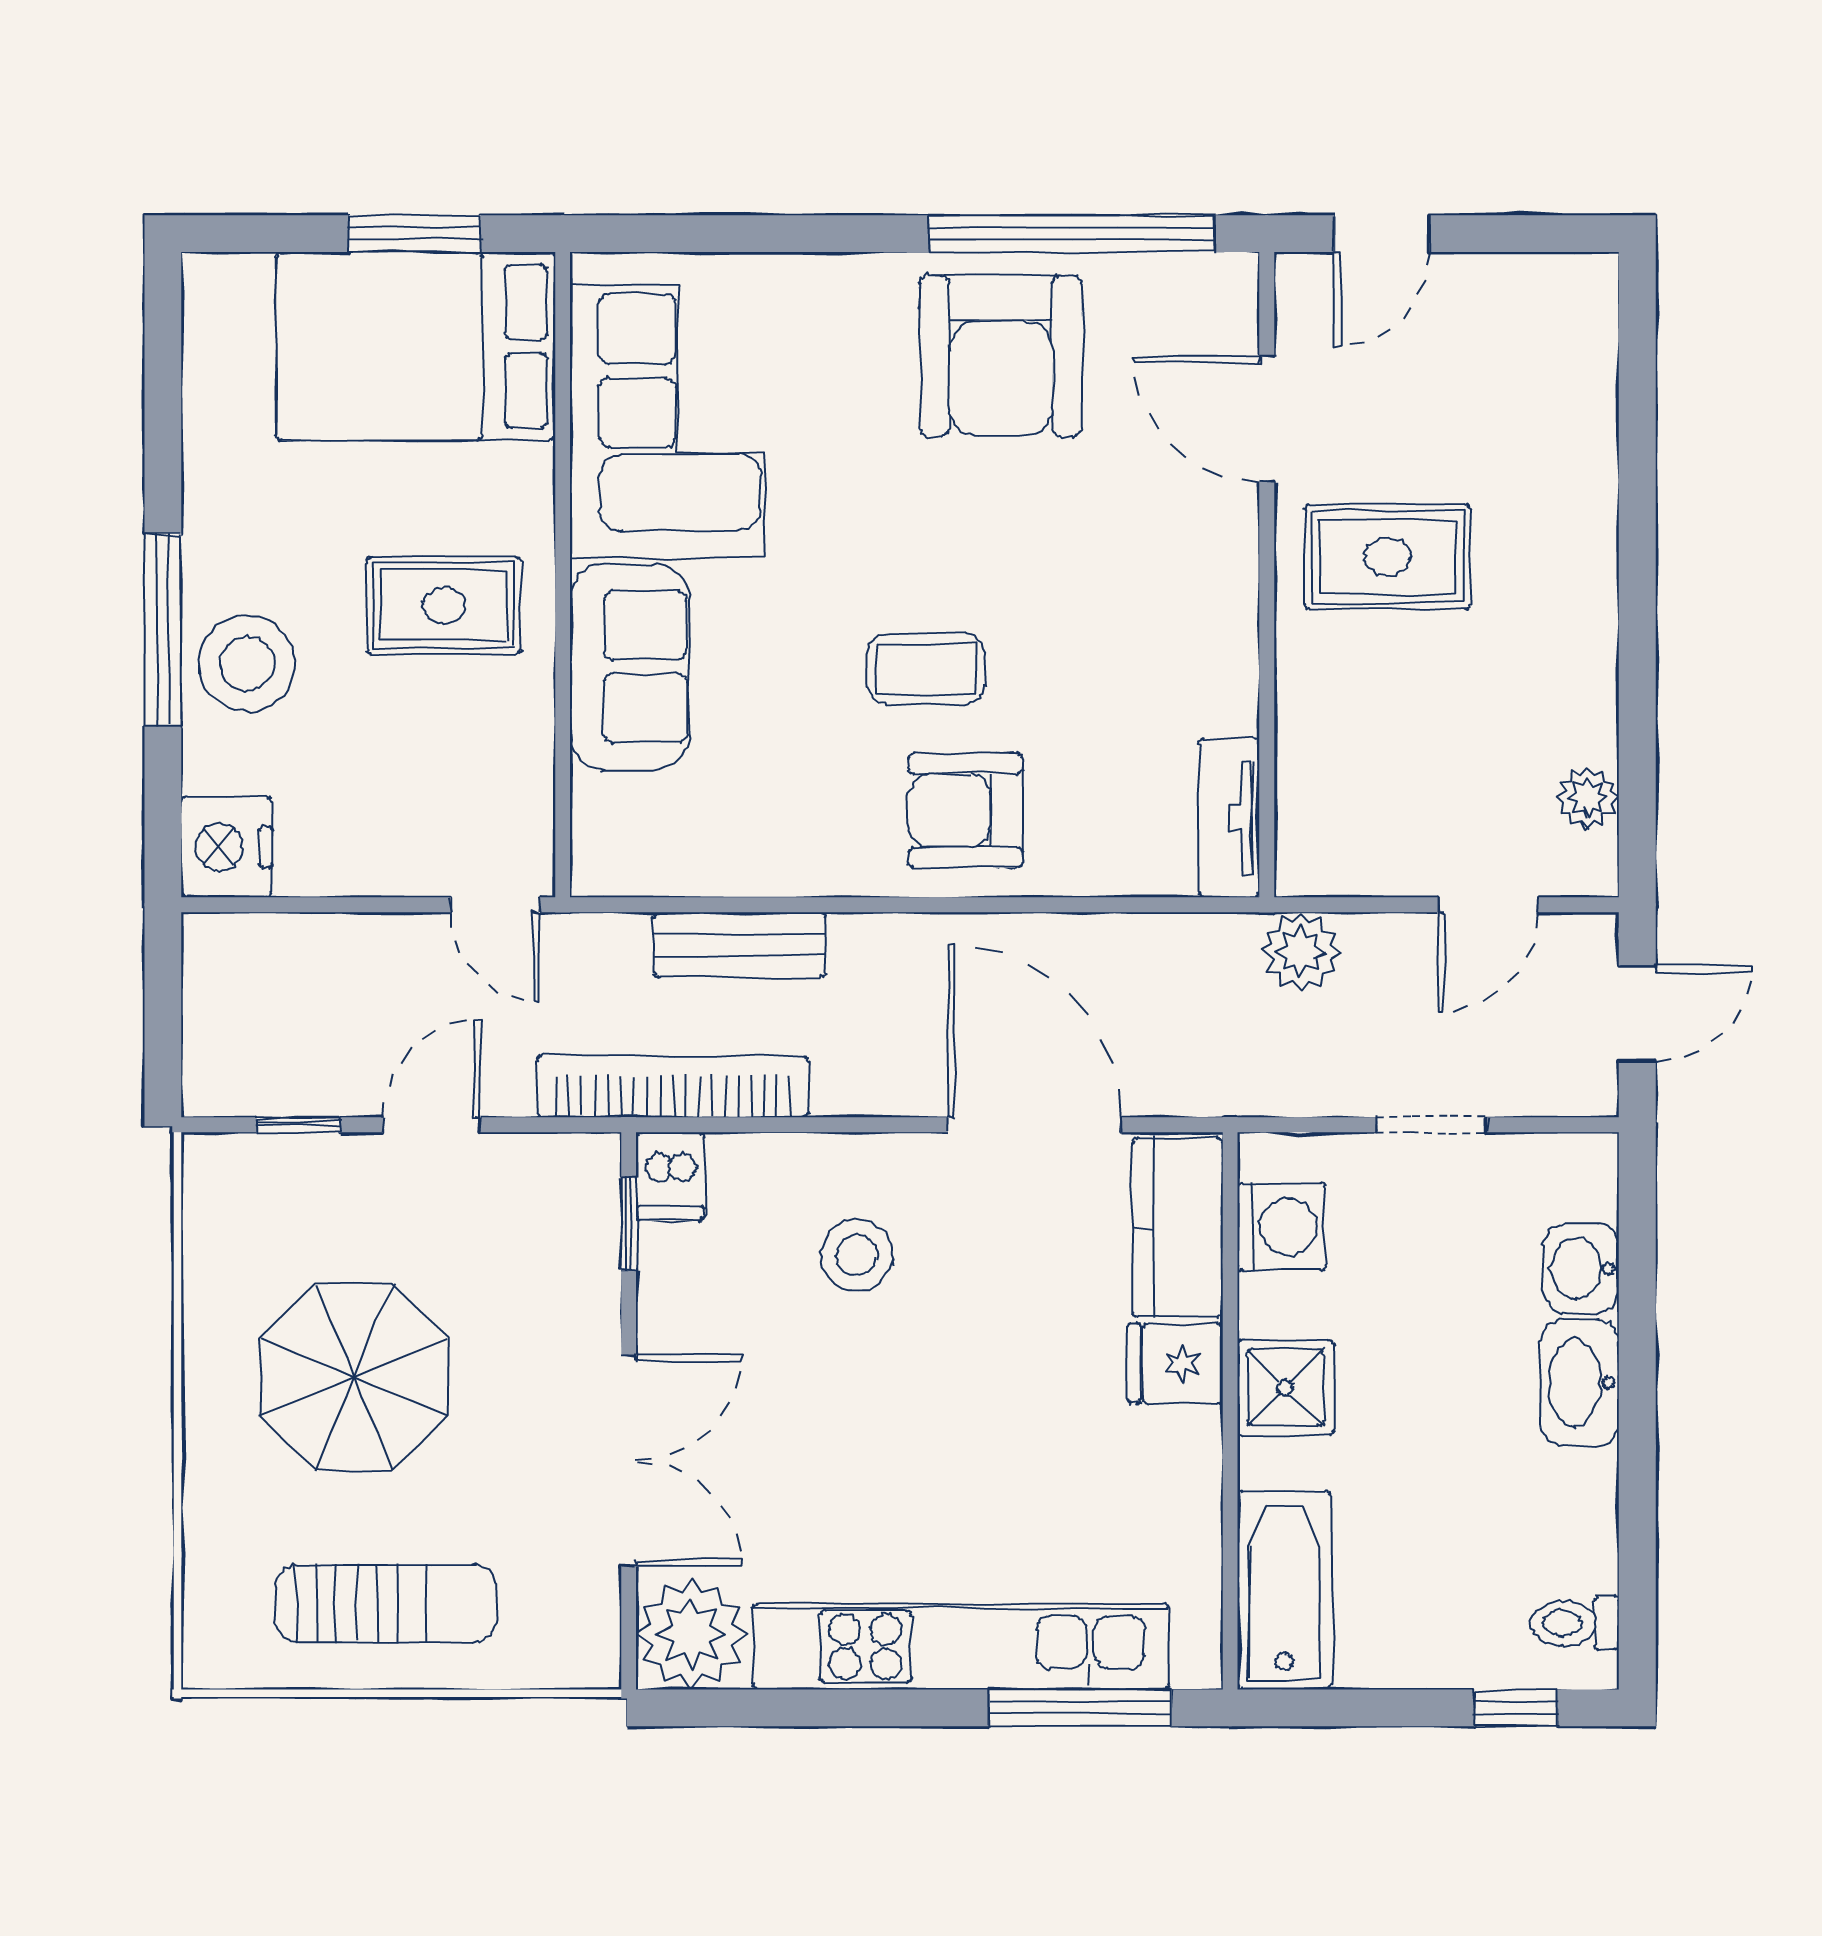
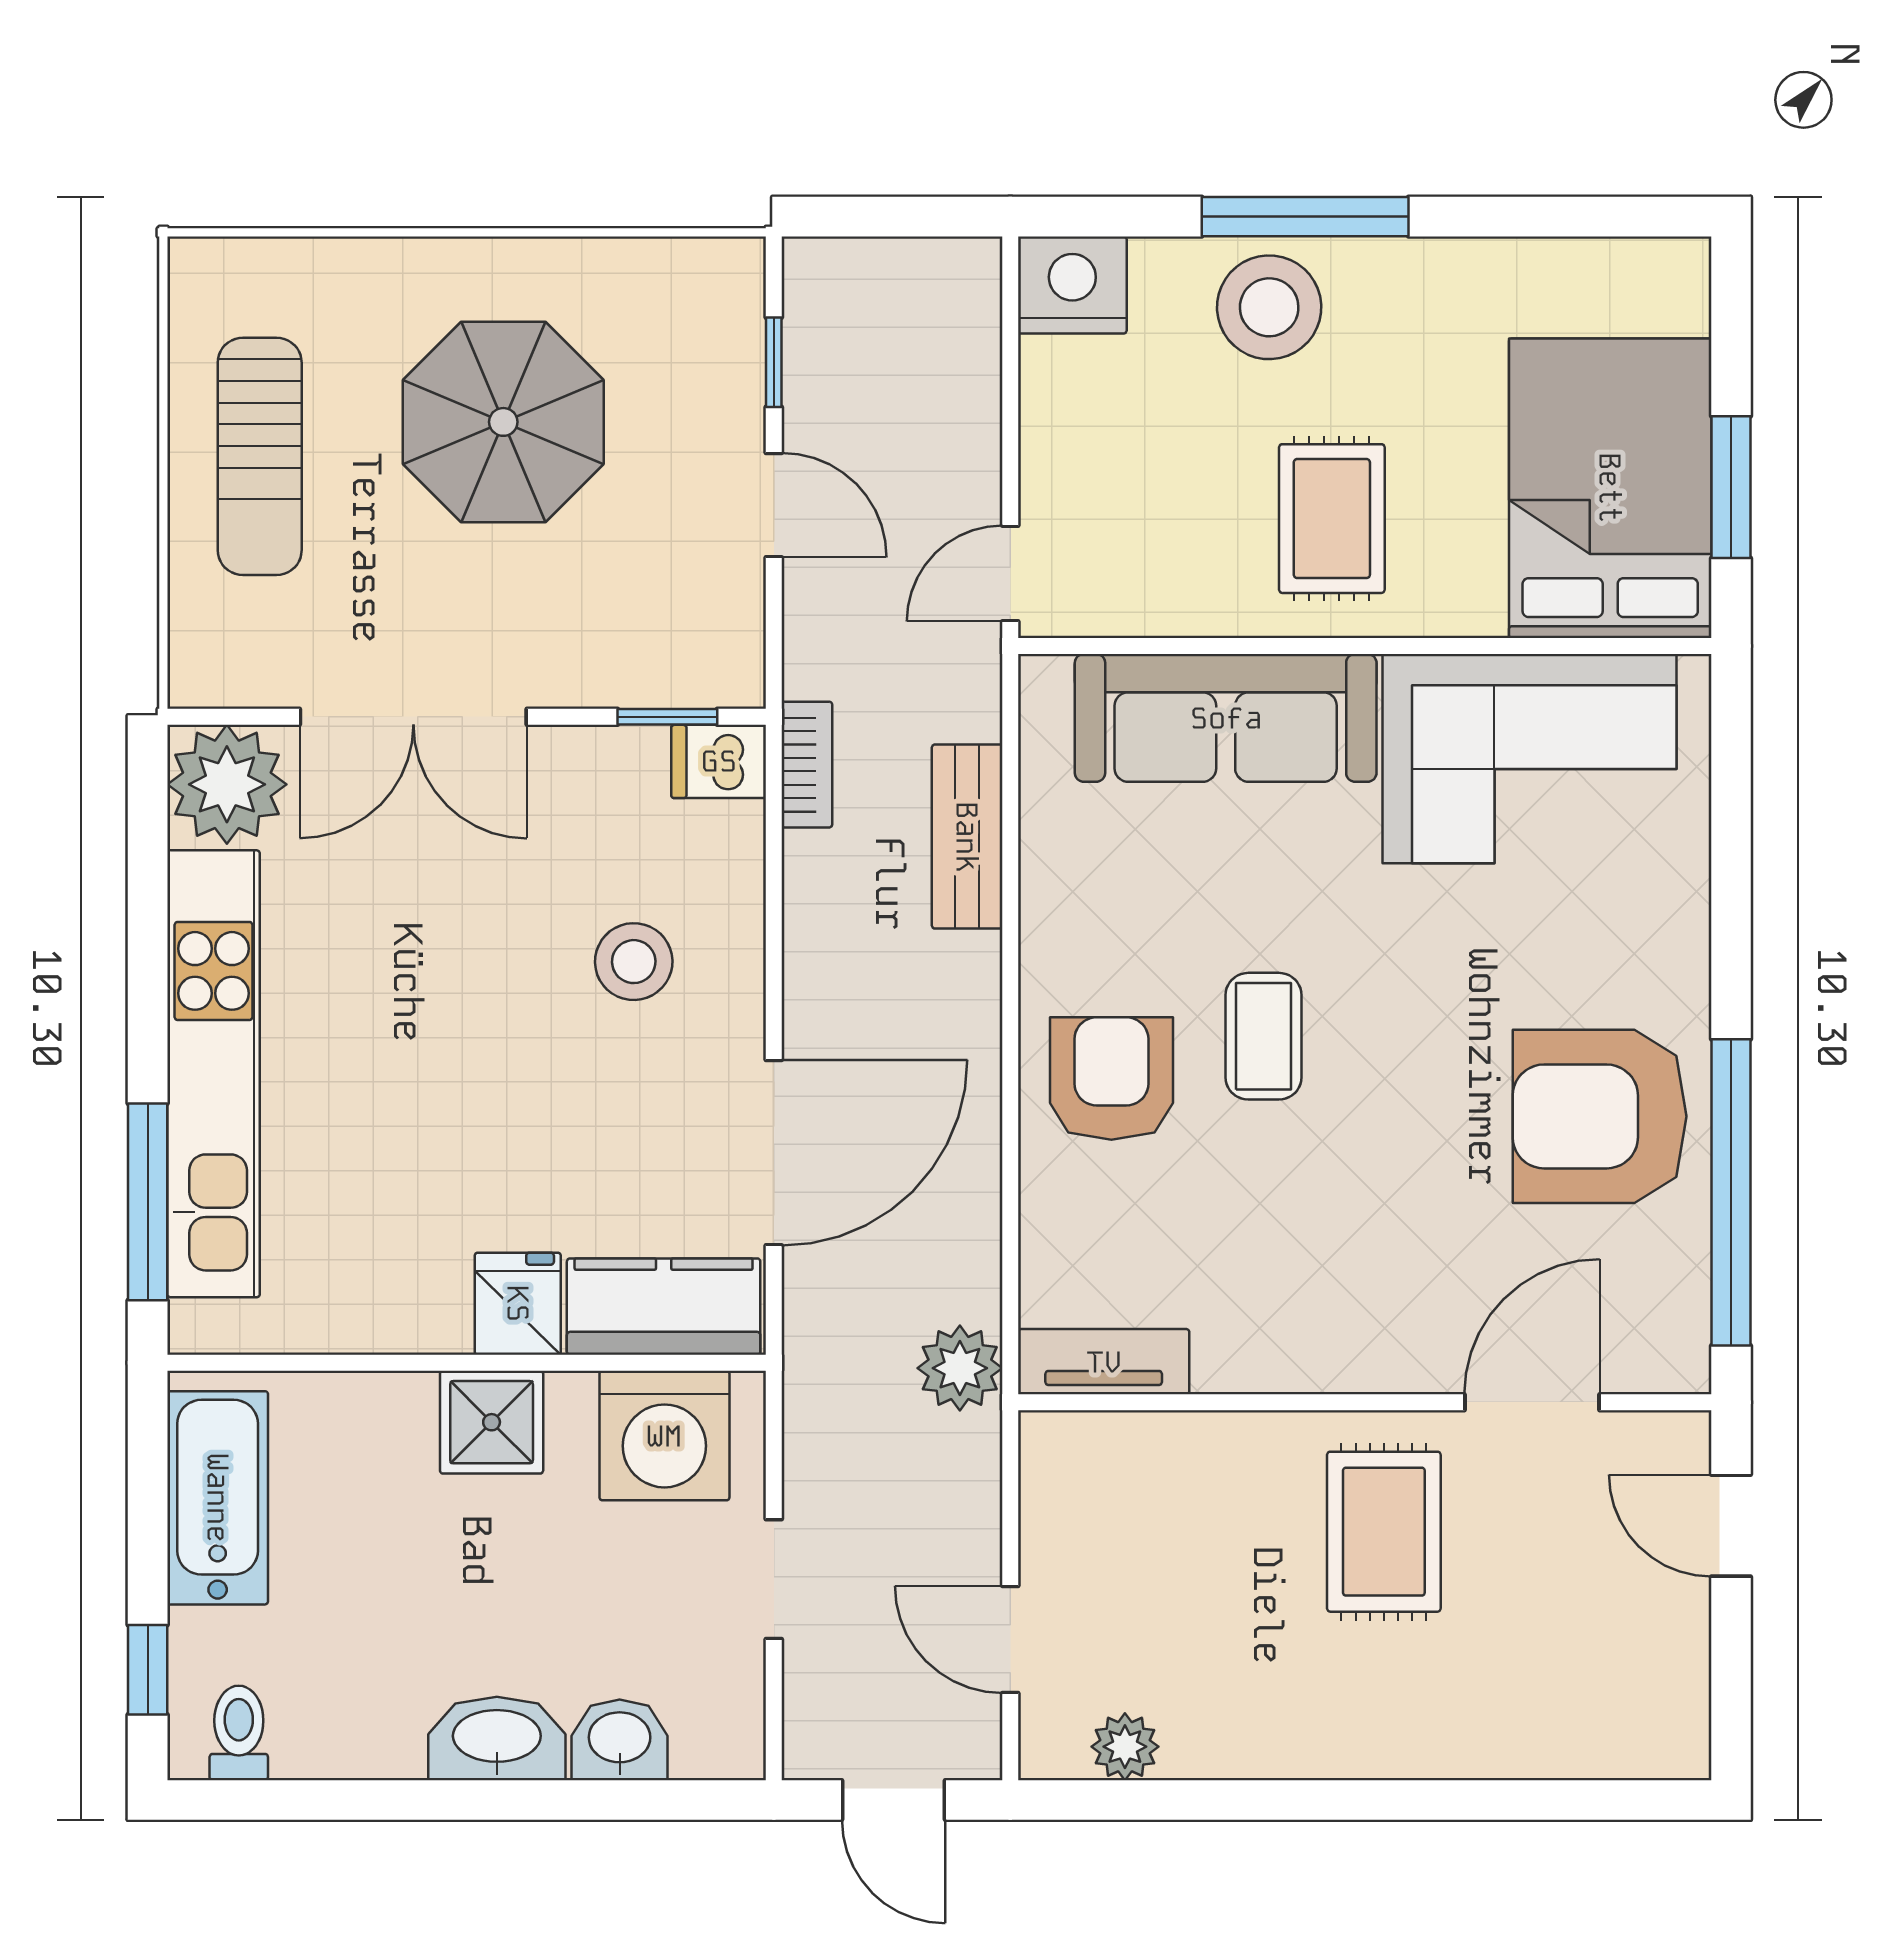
sofa: (630, 667) -> (1226, 718), width x1.36
plant: (1301, 952) -> (960, 1368), moved
bookcase: (673, 1087) -> (807, 765), width x0.43, depth x0.76
washing machine: (1282, 1227) -> (664, 1436), width x1.37, depth x1.37
bathtub: (1284, 1590) -> (218, 1498), moved, turned -90

